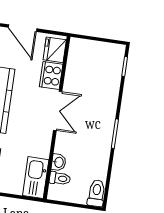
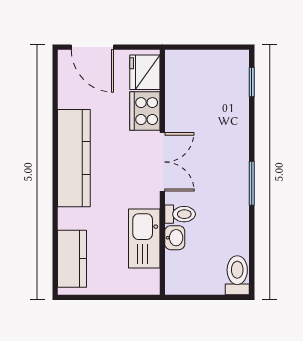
kitchen sink: (36, 178) -> (144, 238), moved
toilet: (60, 178) -> (180, 214), moved

